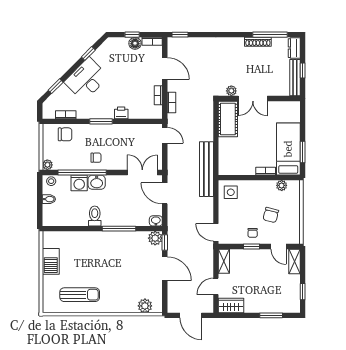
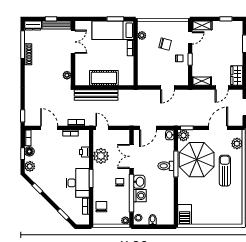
plant: (116, 44) -> (30, 166), added
door: (165, 68) -> (49, 128), hinge flipped
desk: (86, 79) -> (78, 183), moved, turned -135
double door: (253, 98) -> (73, 42), moved
printer: (121, 113) -> (84, 152), moved
cot: (228, 119) -> (104, 78), moved
plant: (129, 134) -> (101, 156), added
door: (165, 135) -> (102, 128), hinge flipped
bench: (206, 169) -> (96, 95), moved
double door: (142, 172) -> (132, 156), moved
side table: (231, 192) -> (147, 76), removed
toilet: (95, 216) -> (166, 166), moved
door: (216, 232) -> (168, 88), moved
parasol: (125, 255) -> (197, 160), added
barbecue: (51, 261) -> (185, 214), moved, turned 90
door: (165, 269) -> (218, 128), moved
door: (216, 286) -> (222, 88), hinge flipped
sun lounger: (80, 295) -> (225, 171), moved

